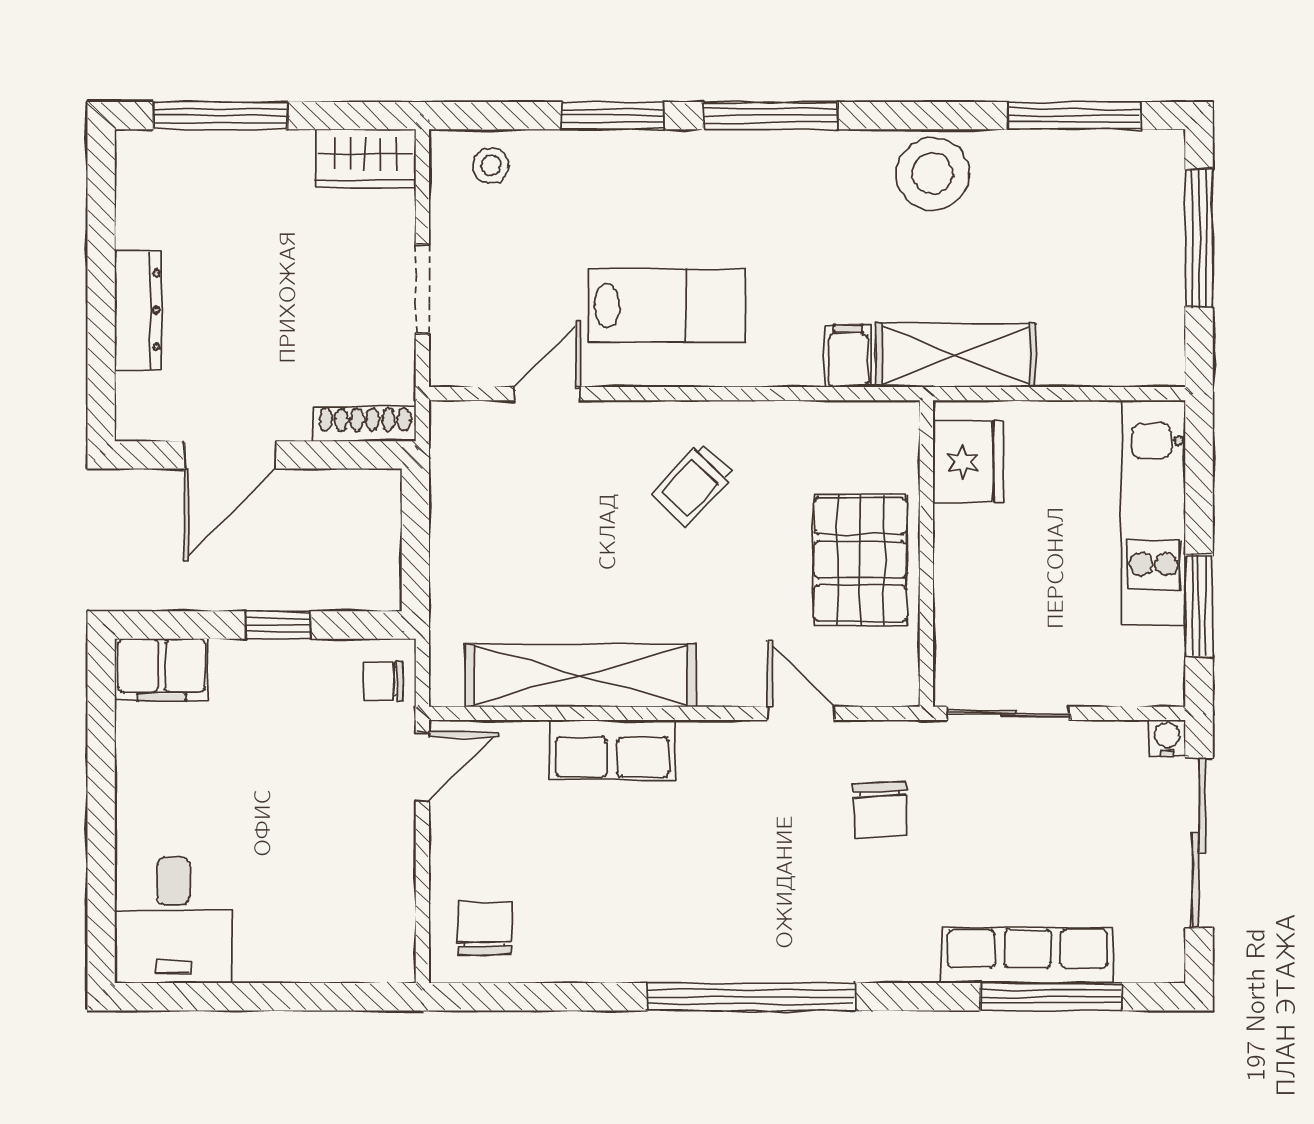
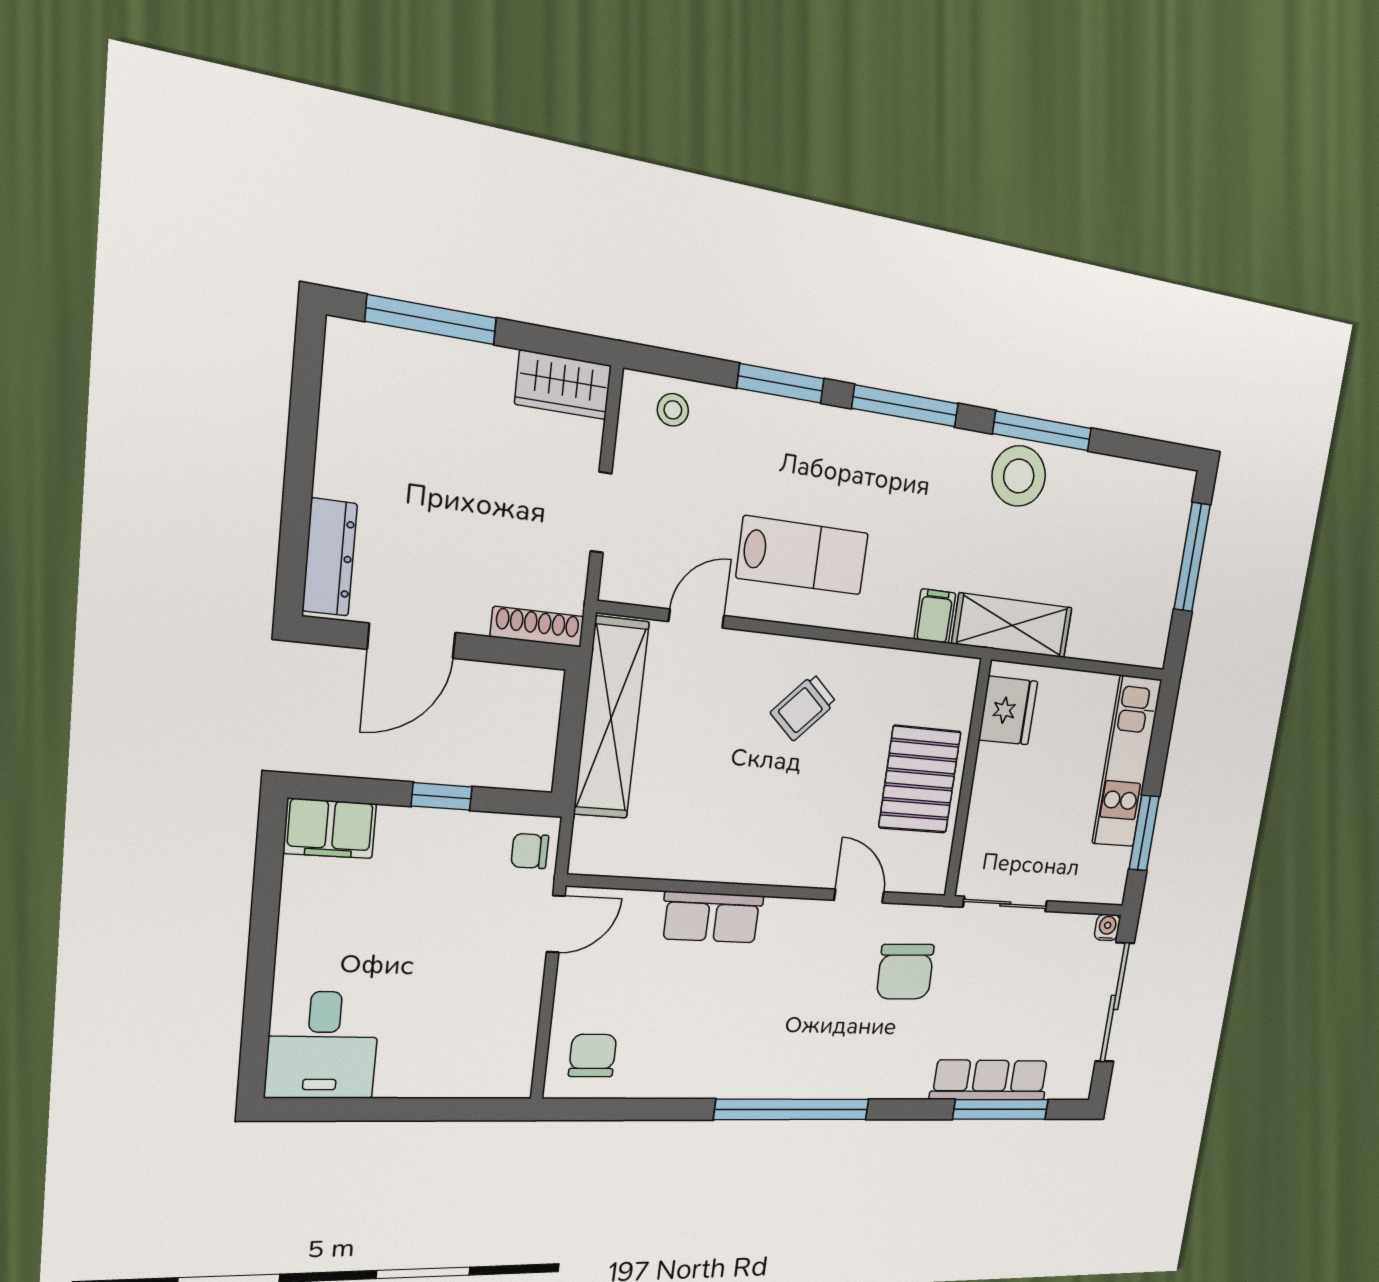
window: (1075, 116) -> (1042, 431), moved
dresser: (138, 310) -> (330, 557), moved
shelving: (581, 675) -> (611, 718), moved, turned 90
chair: (880, 810) -> (905, 972), width x1.37, depth x1.37

